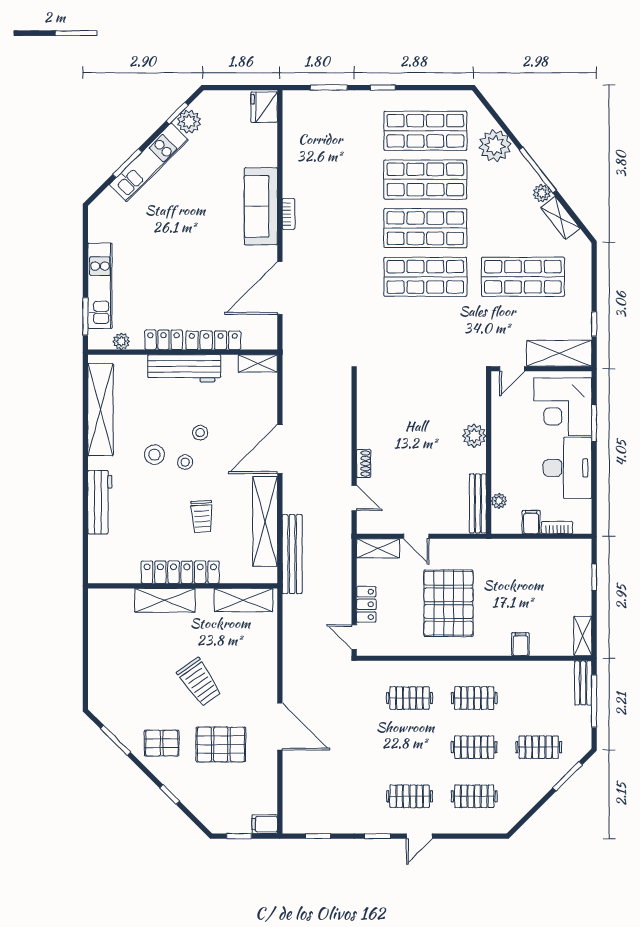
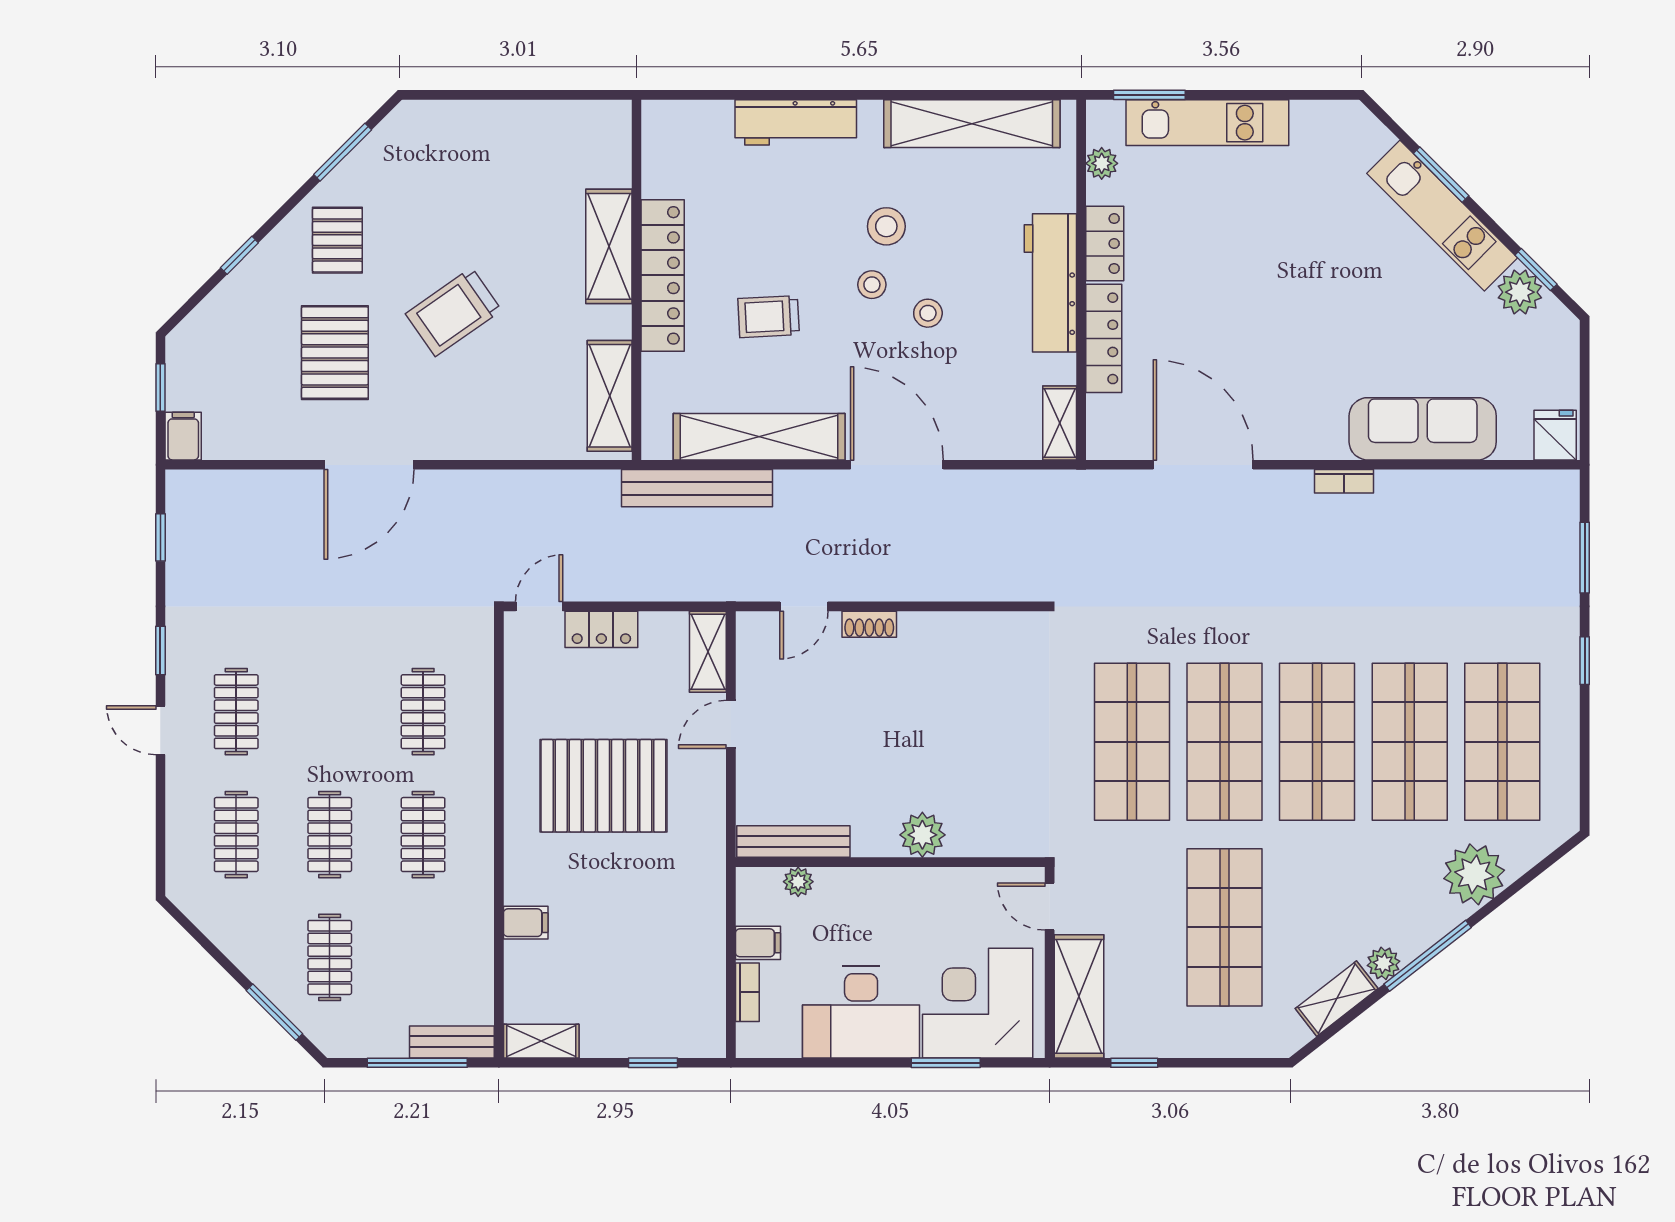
fridge: (264, 107) -> (1555, 435), width x0.72
sofa: (261, 206) -> (1423, 429), moved
shop shelf: (425, 325) -> (1132, 742), added

